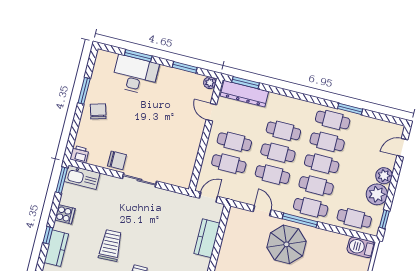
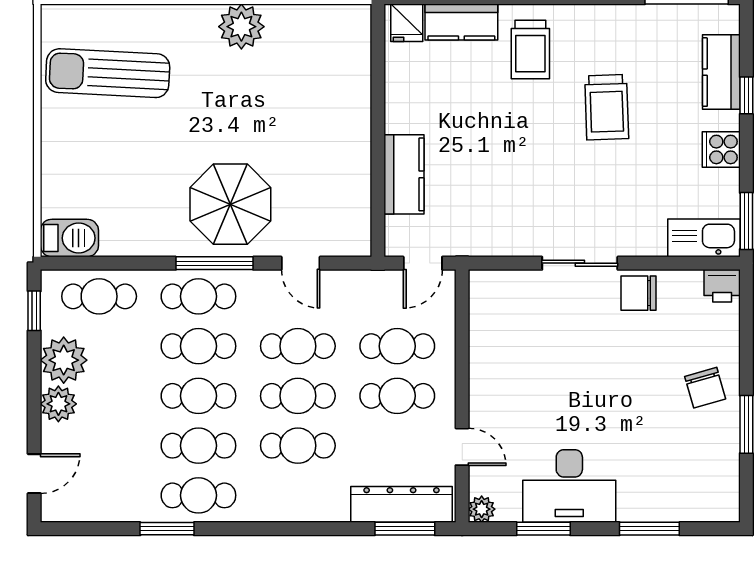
desk: (135, 75) -> (569, 486), moved

